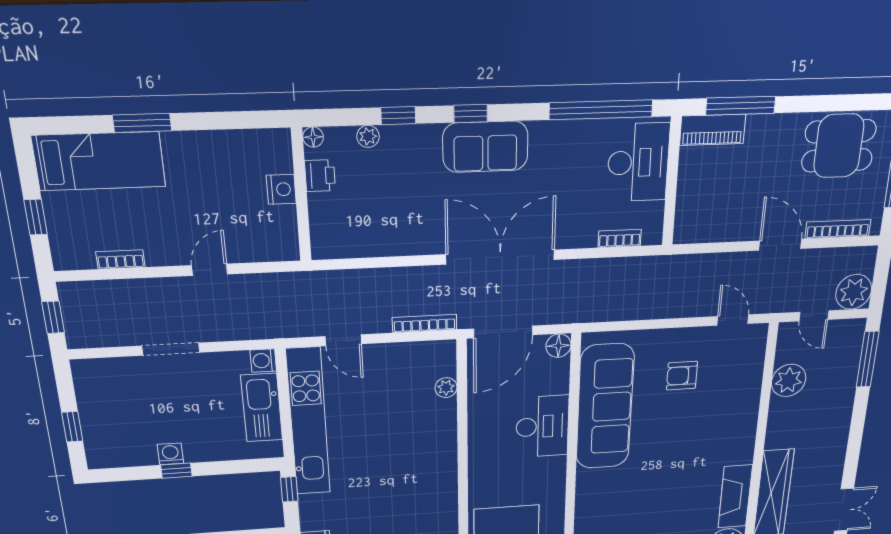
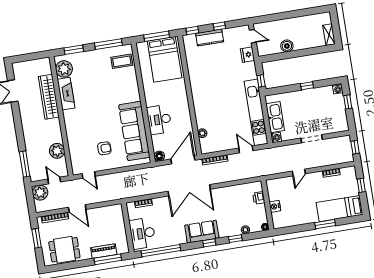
piano: (713, 130) -> (104, 251), moved
printer: (320, 176) -> (259, 198), moved
washing machine: (170, 454) -> (338, 89), moved

